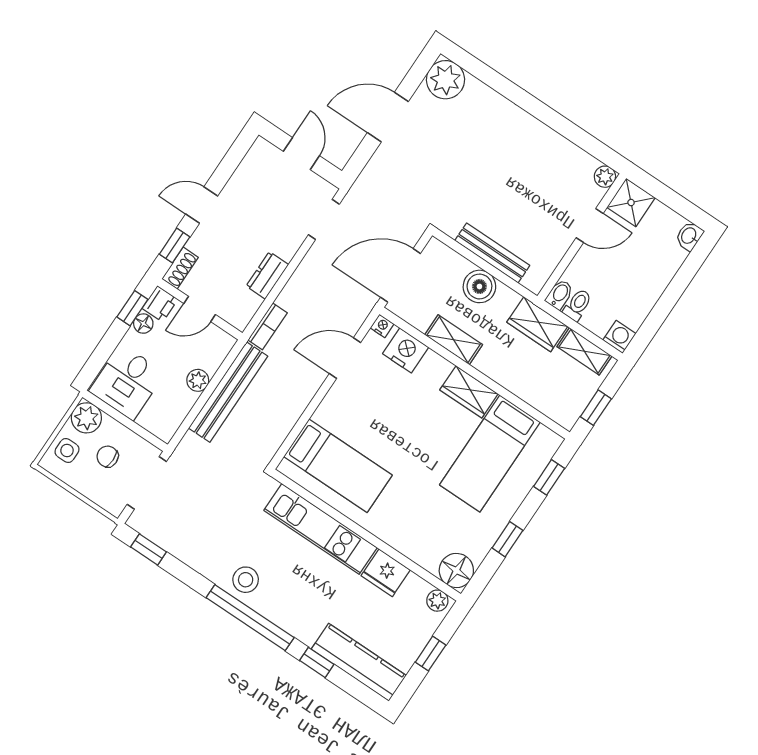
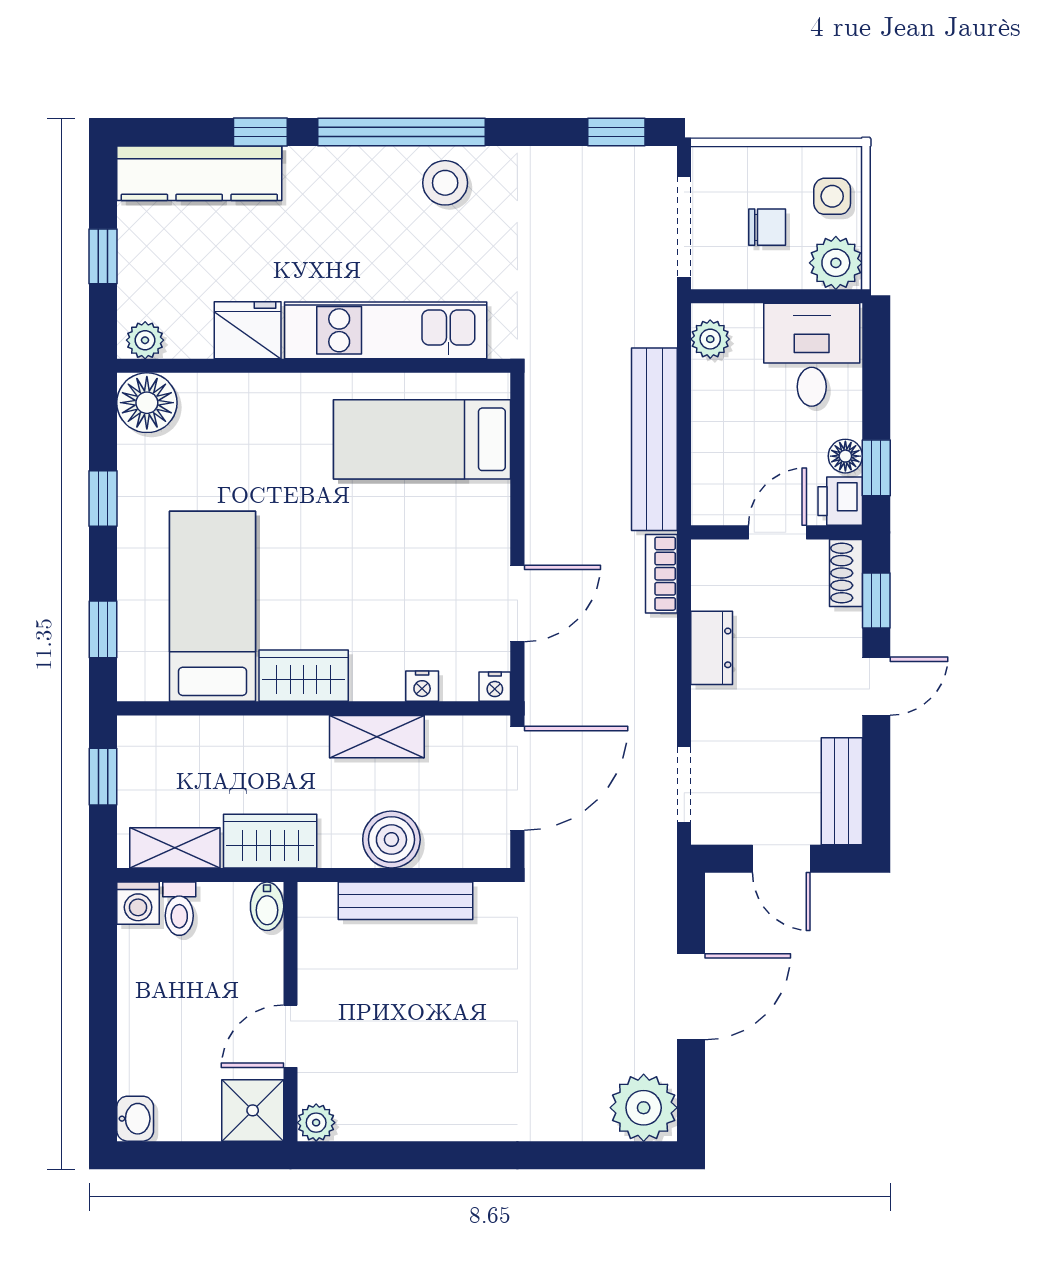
bench: (251, 166) -> (842, 791), added
toilet: (578, 305) -> (179, 909), moved
nightstand: (406, 350) -> (422, 686), width x0.53, depth x0.56
plant: (198, 380) -> (710, 339), moved

